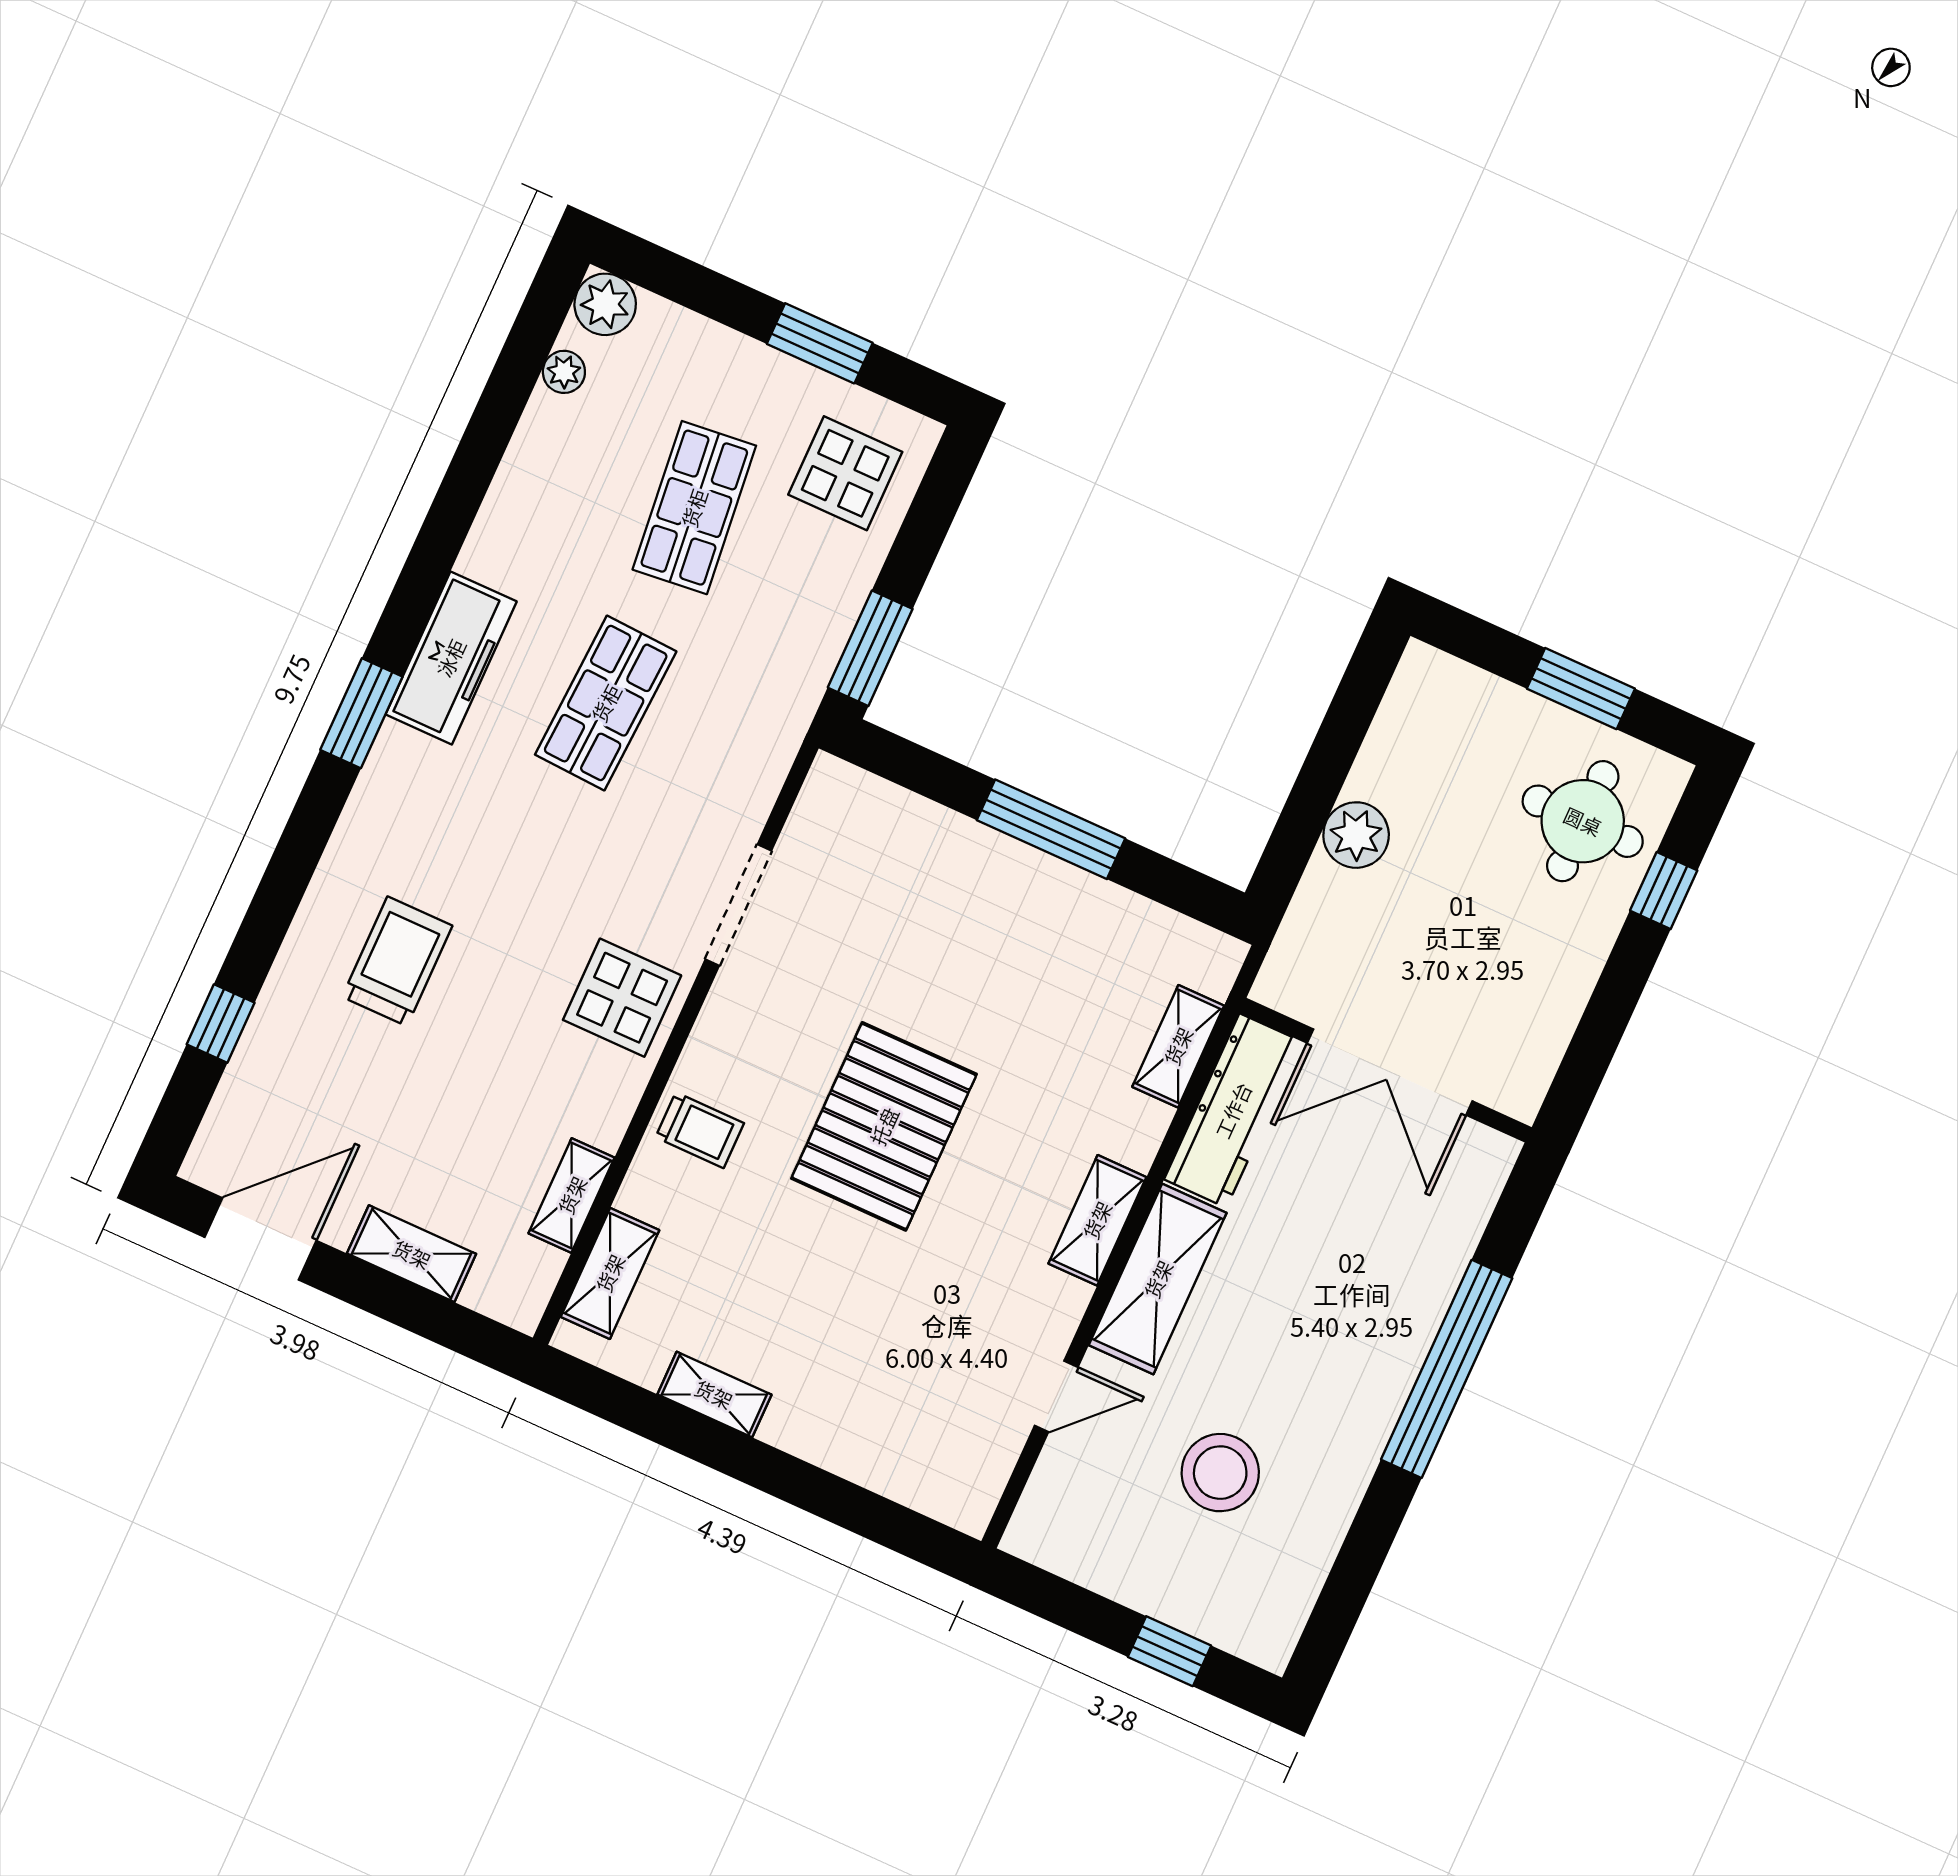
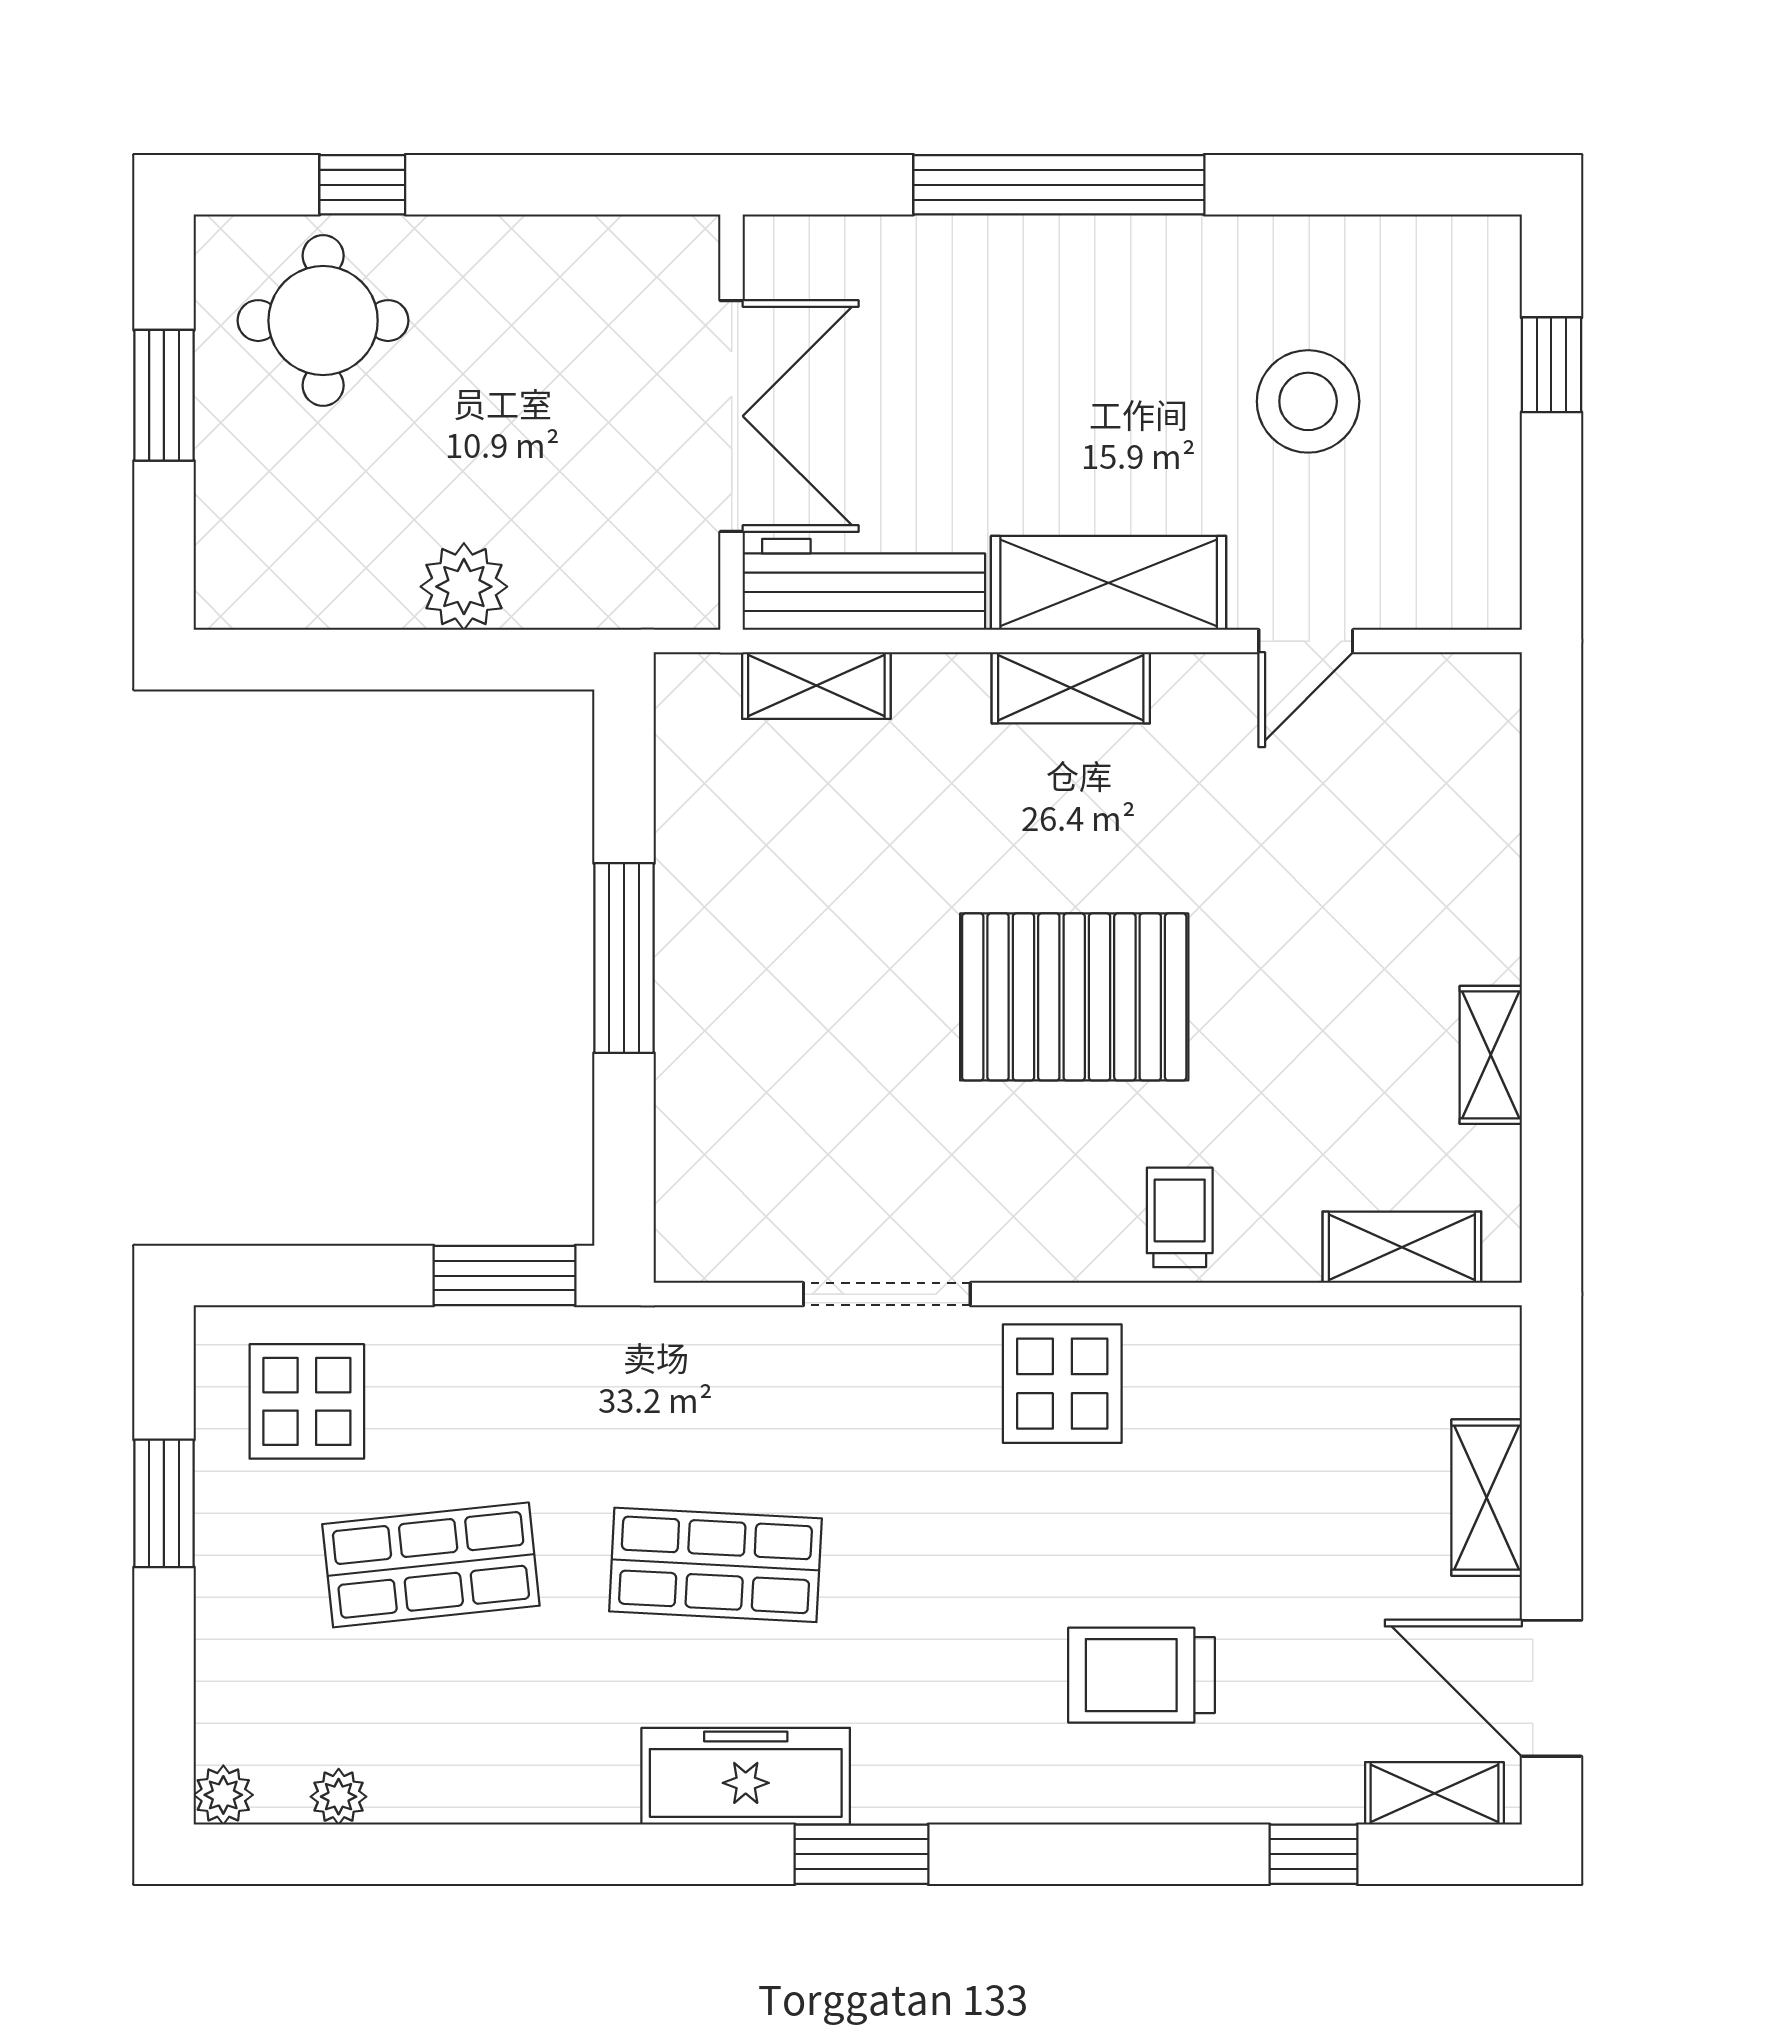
plant: (605, 304) -> (223, 1795), width x0.73, depth x0.73
shelving: (572, 1195) -> (1434, 1793), moved
door: (1056, 1396) -> (1306, 641), swing flipped

